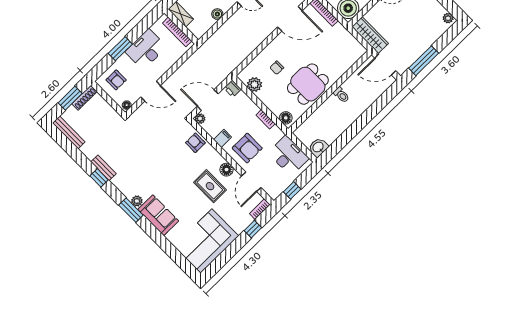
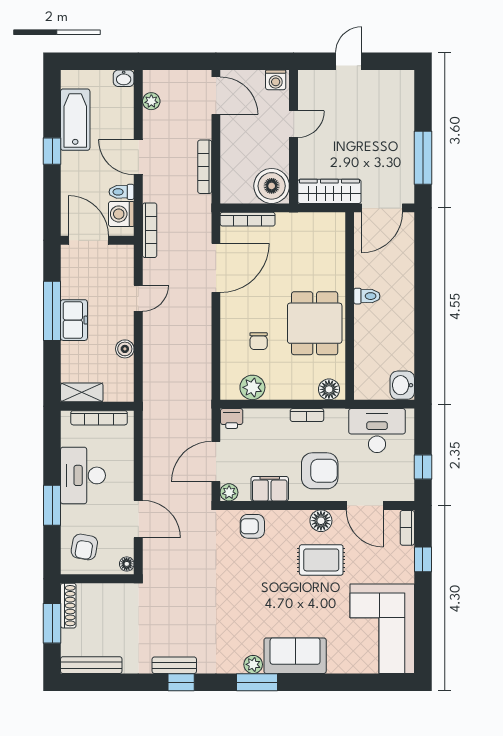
plant: (448, 18) -> (401, 79), removed
armchair: (116, 80) -> (84, 547), turned 100
door: (151, 91) -> (138, 519), hinge flipped
filing cabinet: (223, 138) -> (270, 489), width x2.00

